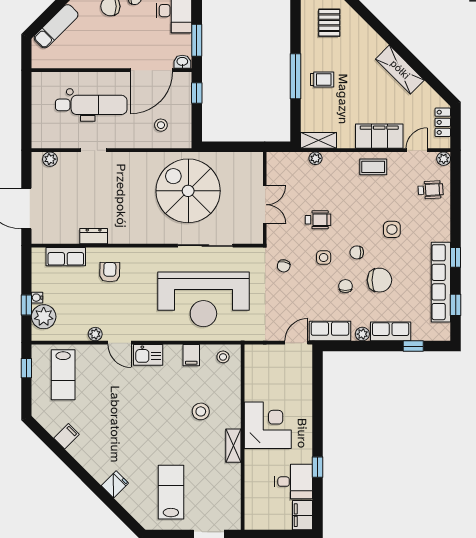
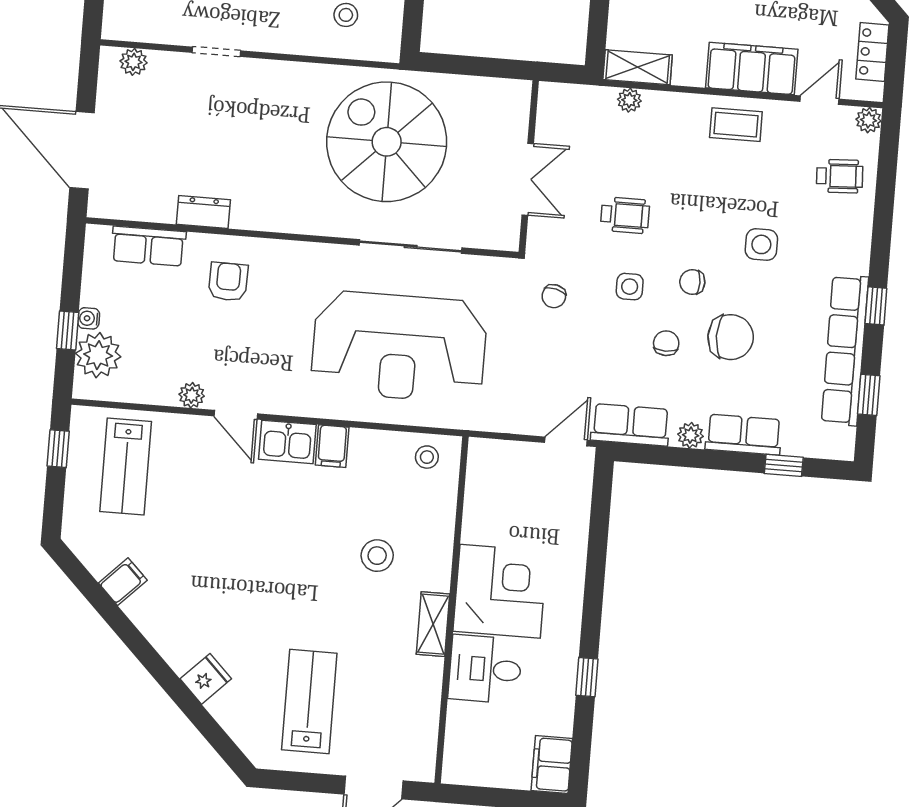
filing cabinet: (191, 355) -> (332, 446), moved
desk: (294, 482) -> (485, 669), moved, turned 180

